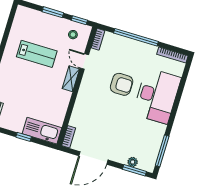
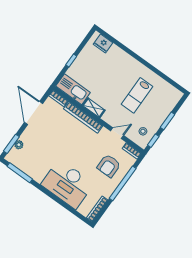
shelving: (71, 79) -> (94, 108), moved
armchair: (122, 84) -> (109, 166), moved
bookcase: (80, 103) -> (83, 117), added
kitchen sink: (42, 131) -> (73, 89), moved, turned -90

